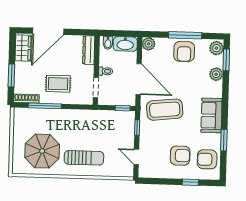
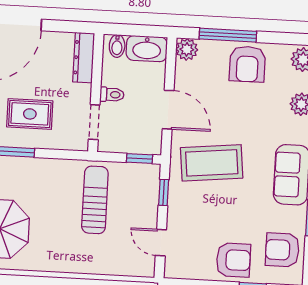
window: (185, 35) -> (228, 35), moved
door: (139, 79) -> (168, 110), width x0.73
armchair: (180, 156) -> (233, 260), moved
sun lounger: (84, 158) -> (95, 200), moved, turned -90

